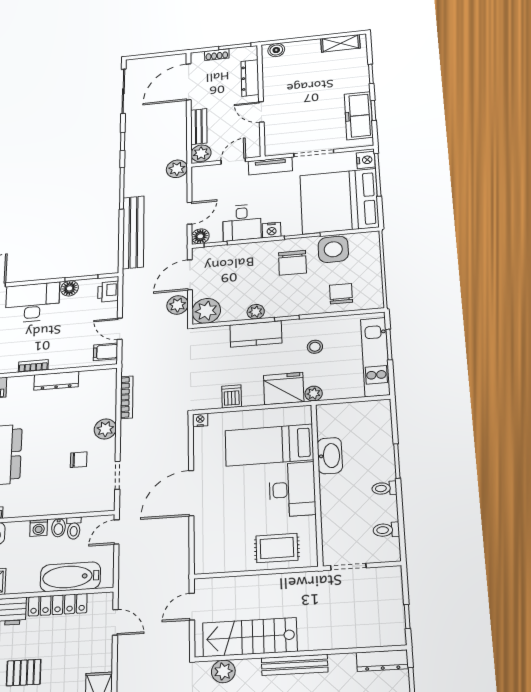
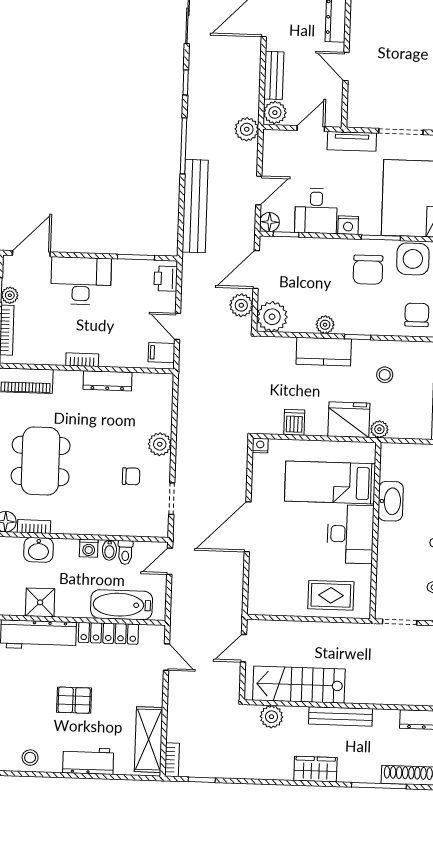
floor lamp: (70, 288) -> (123, 269), removed
bookcase: (127, 397) -> (183, 410), removed

